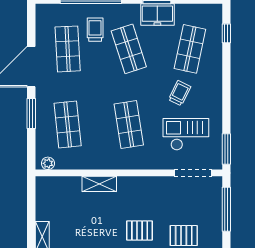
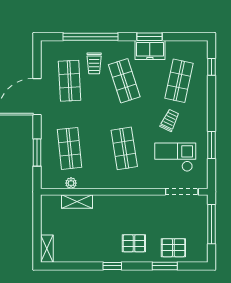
trolley: (95, 30) -> (94, 63), turned 180
window: (31, 114) -> (37, 152), moved
window: (226, 149) -> (212, 145), moved
plant: (48, 163) -> (71, 183), moved
shelving: (99, 184) -> (77, 202), moved

